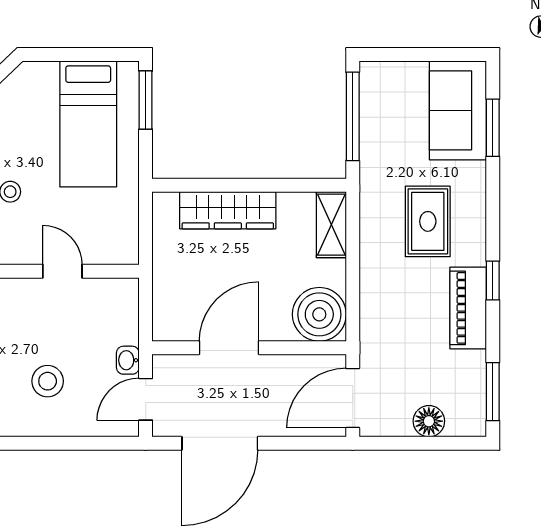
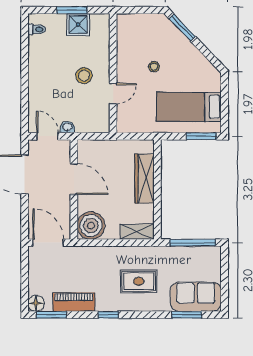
piano: (468, 308) -> (74, 302), moved
stool: (48, 381) -> (84, 76), moved
floor lamp: (429, 421) -> (36, 303), moved

